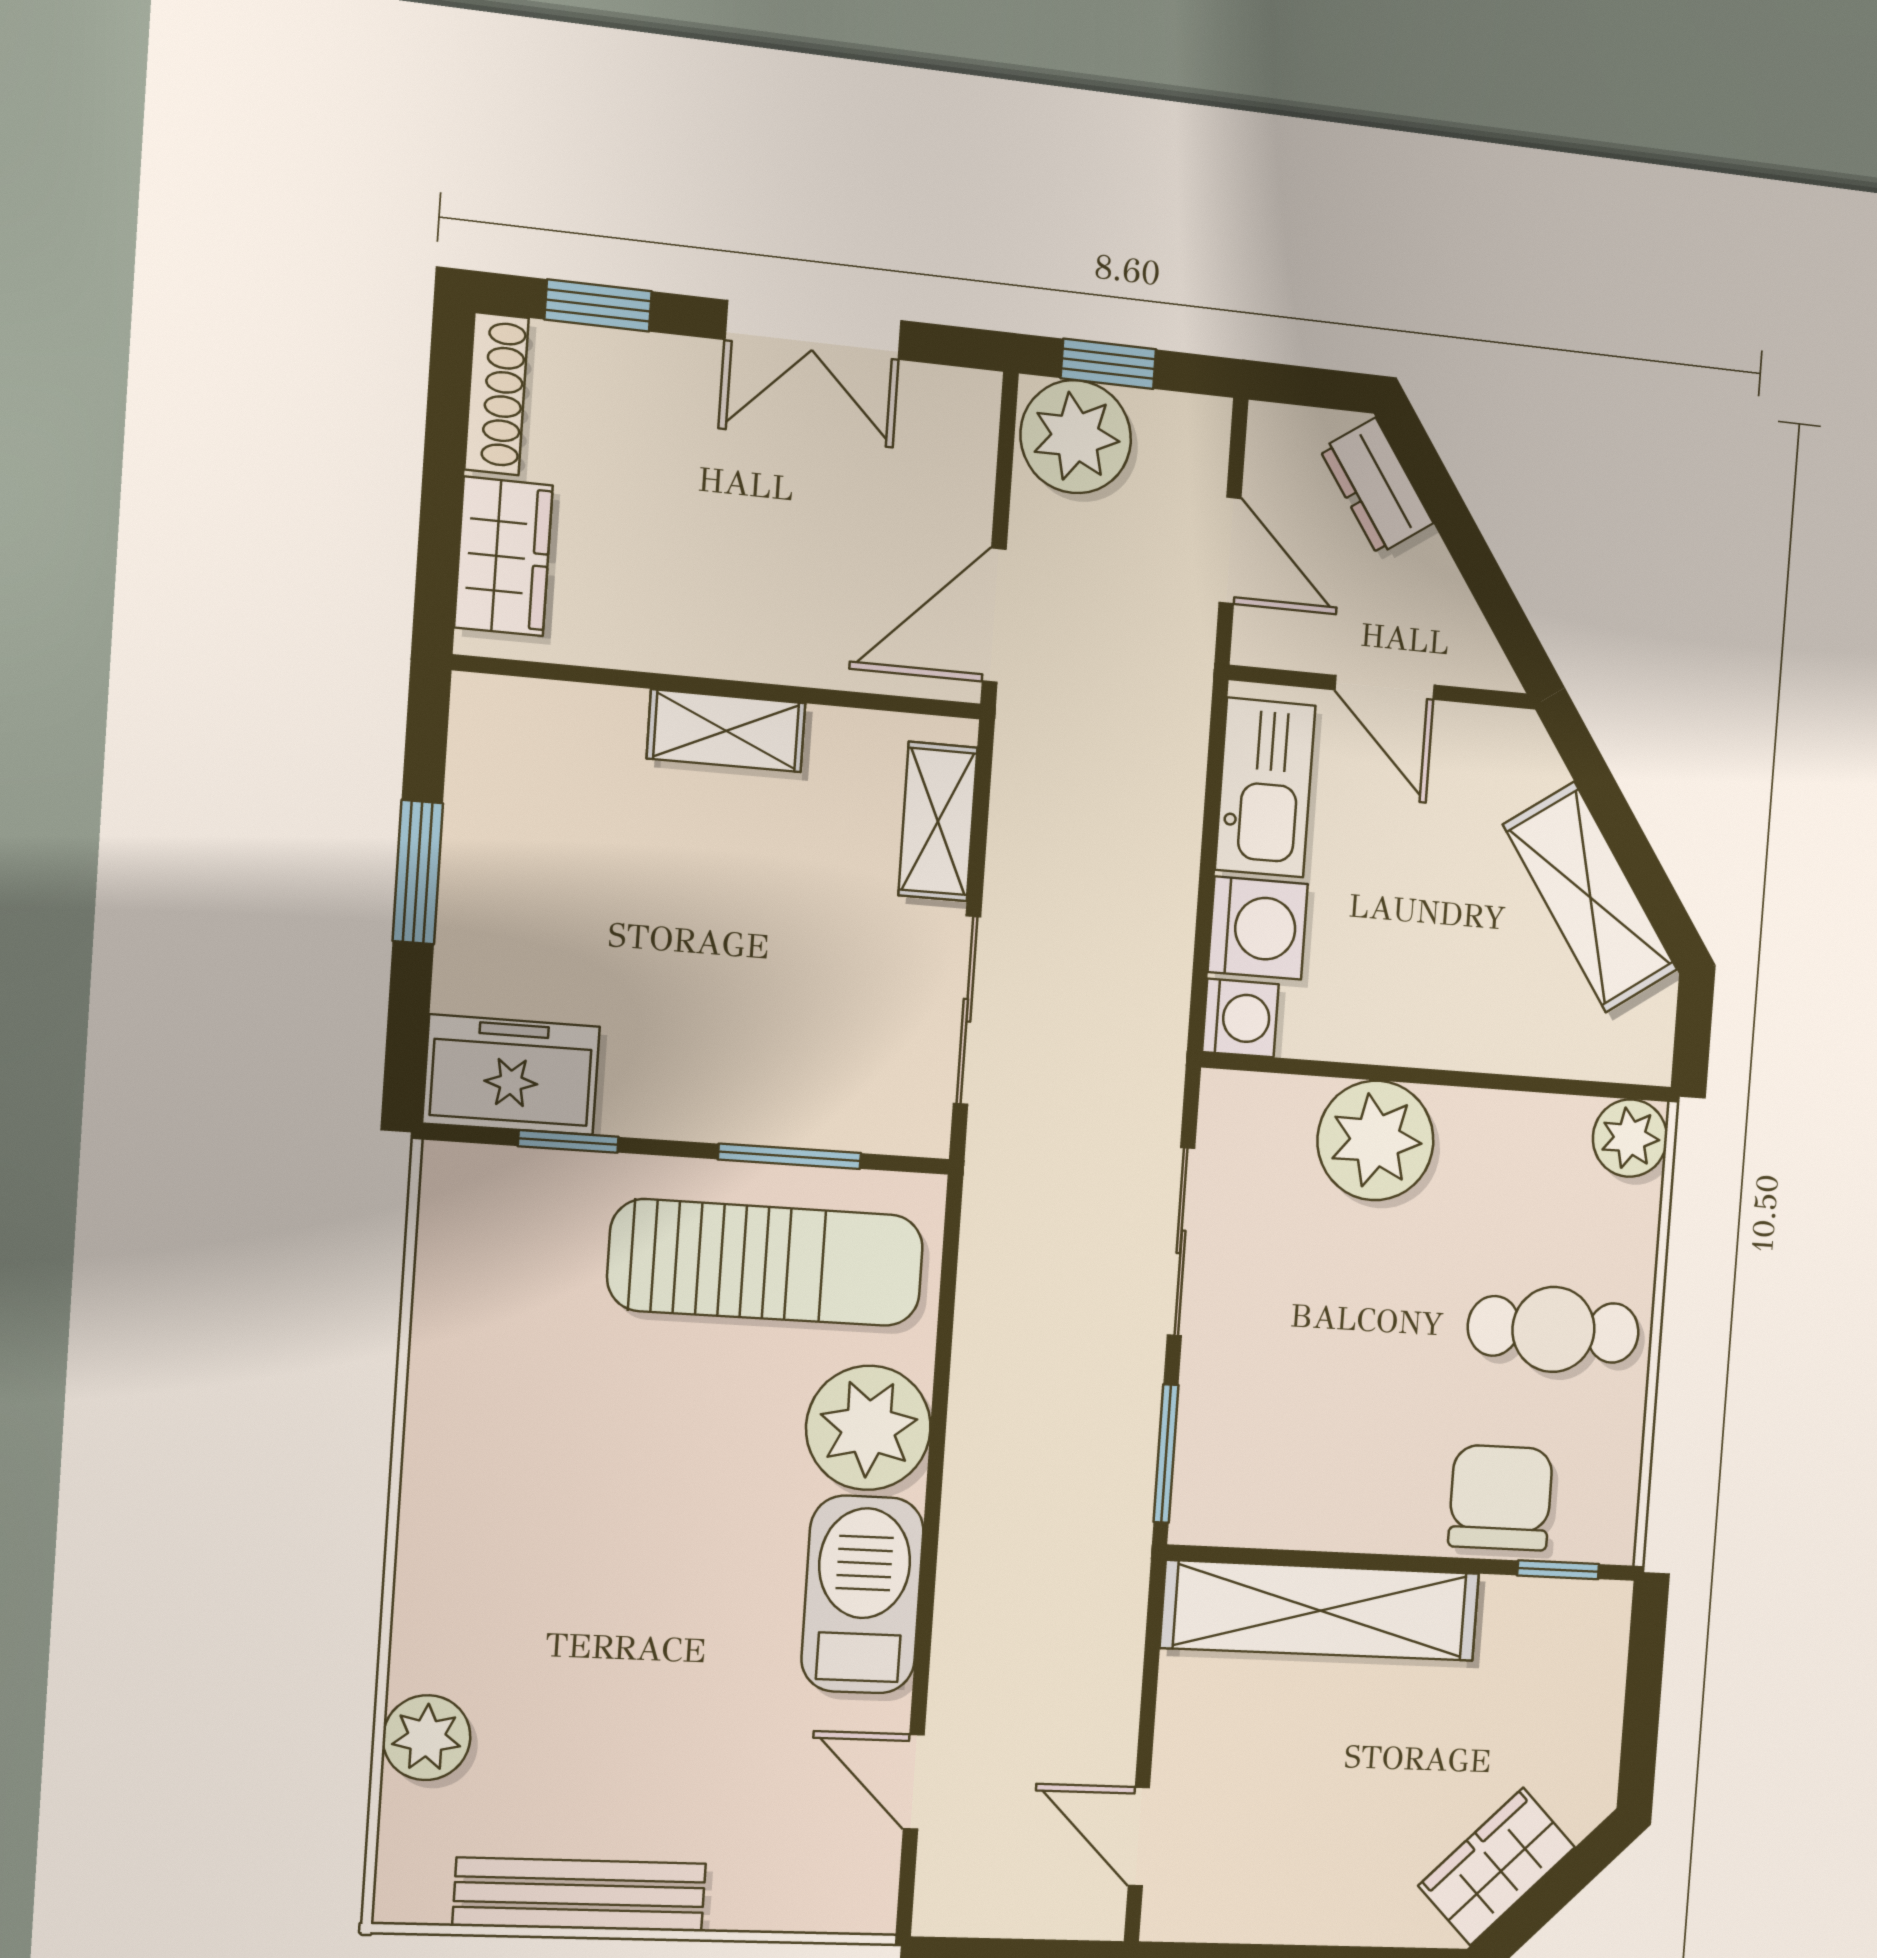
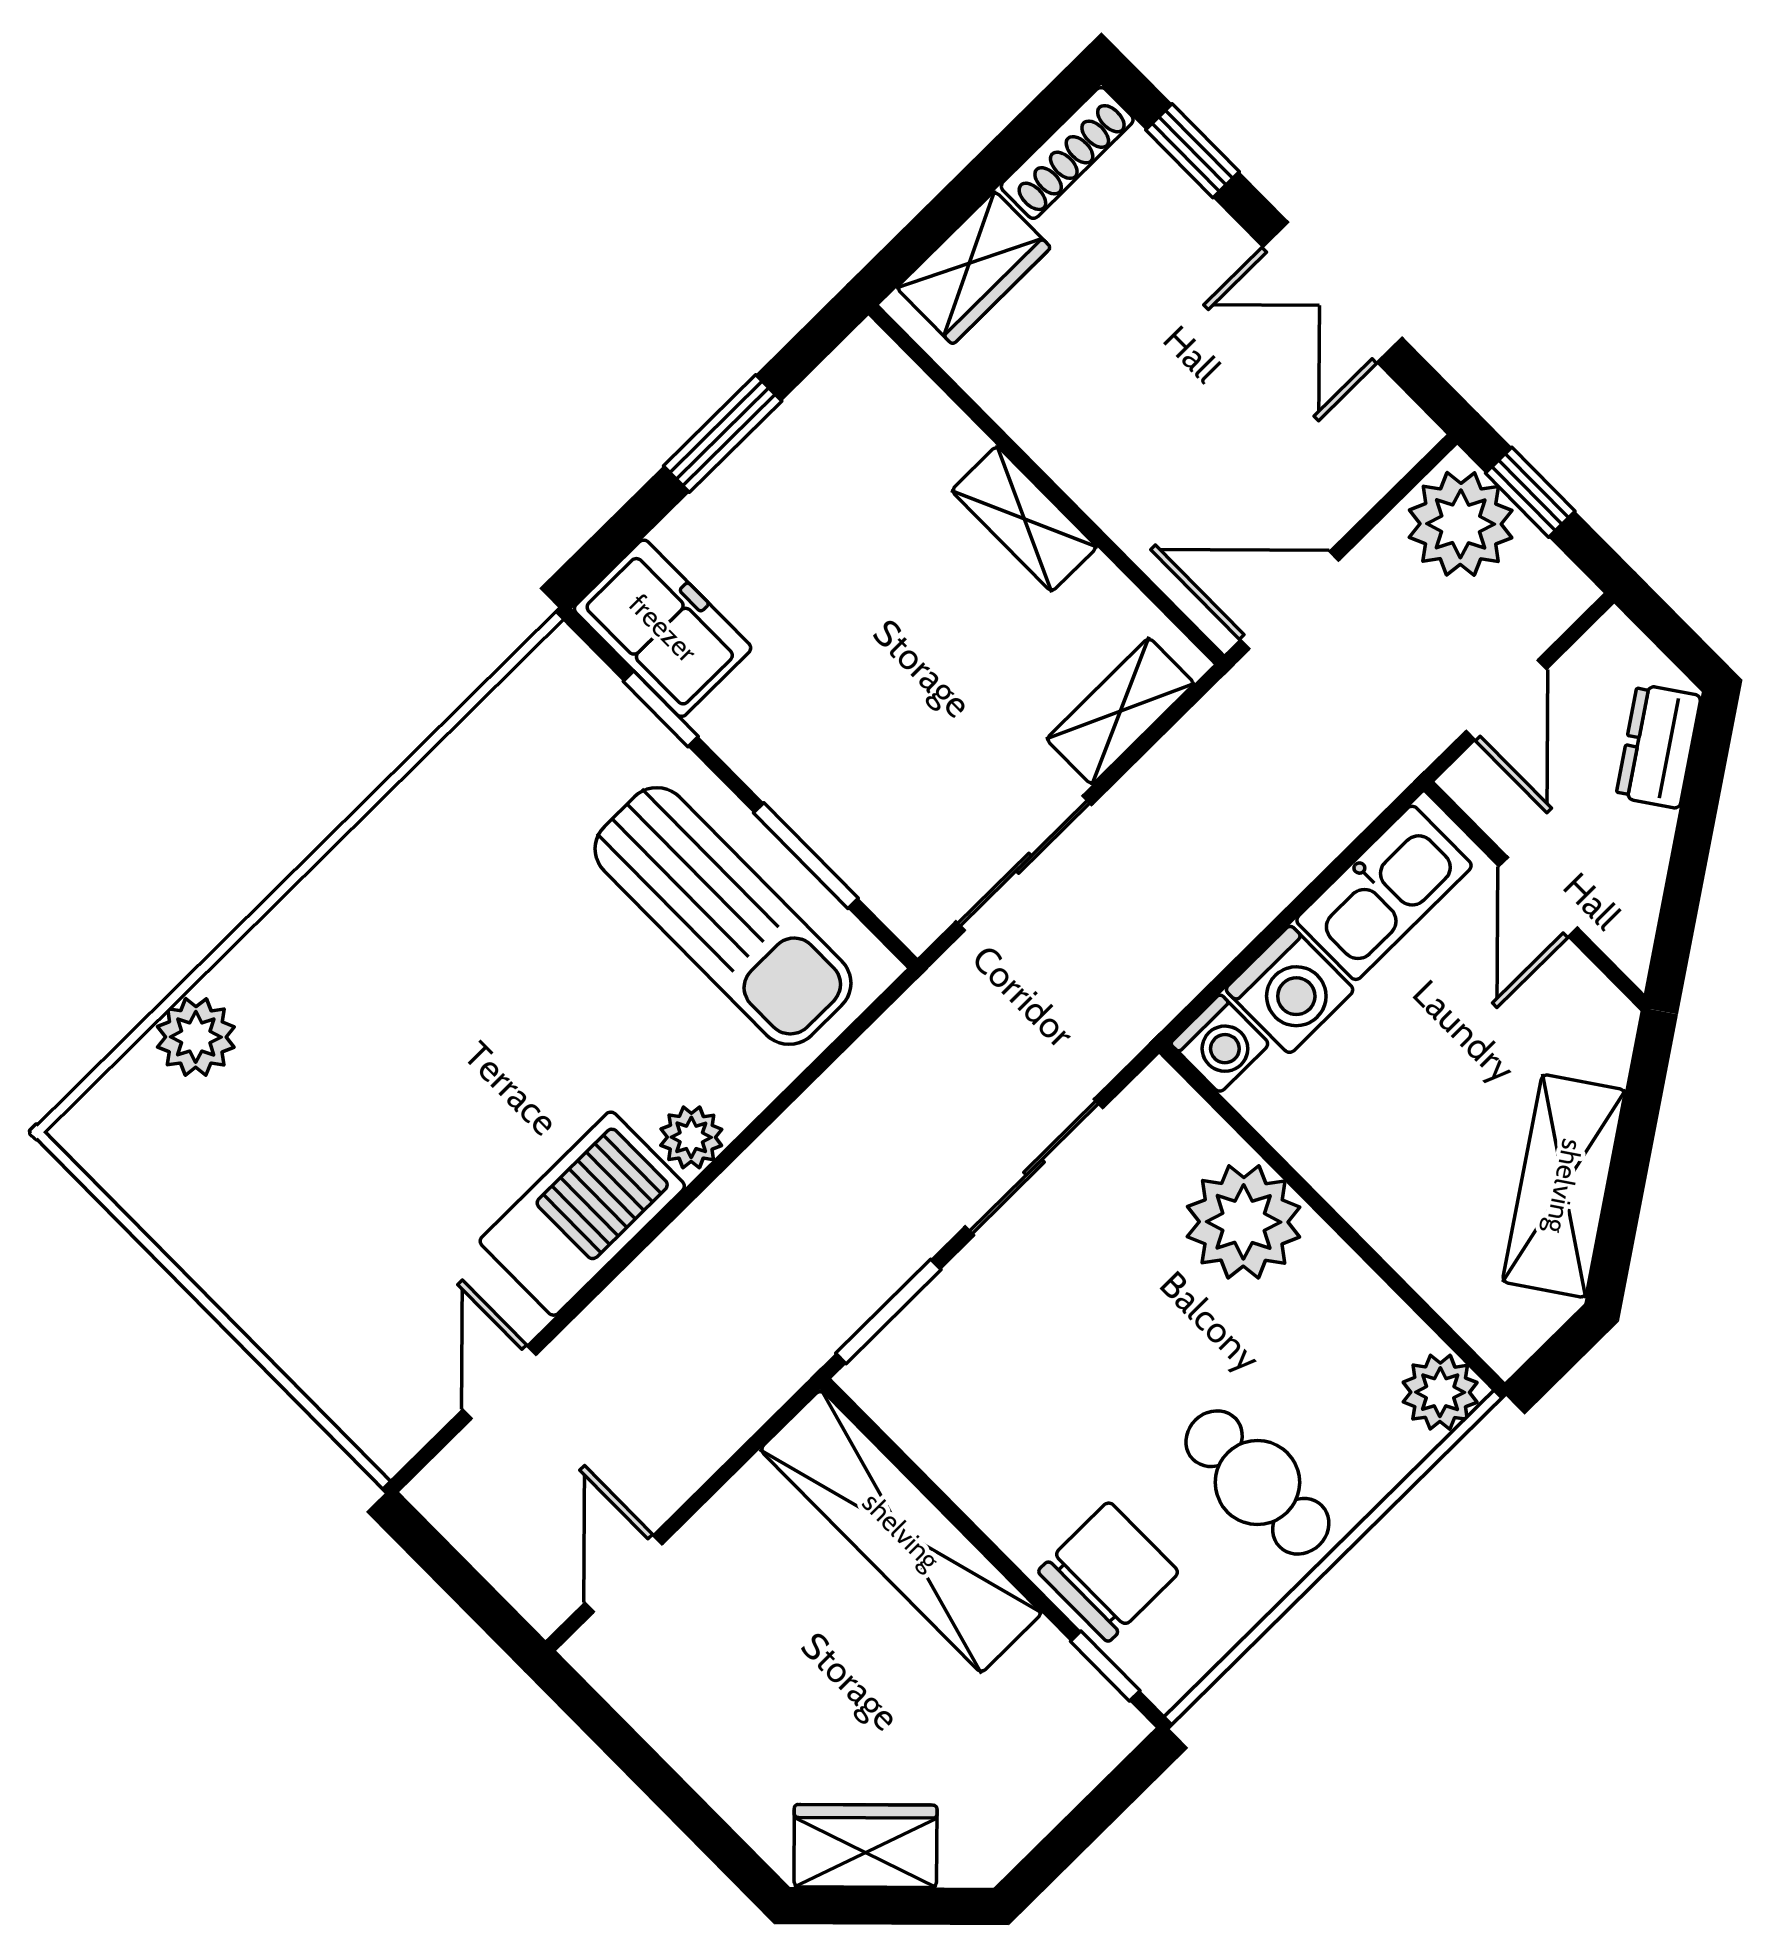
plant: (868, 1428) -> (691, 1137), width x0.53, depth x0.53
bench: (580, 1895) -> (200, 1245), removed

